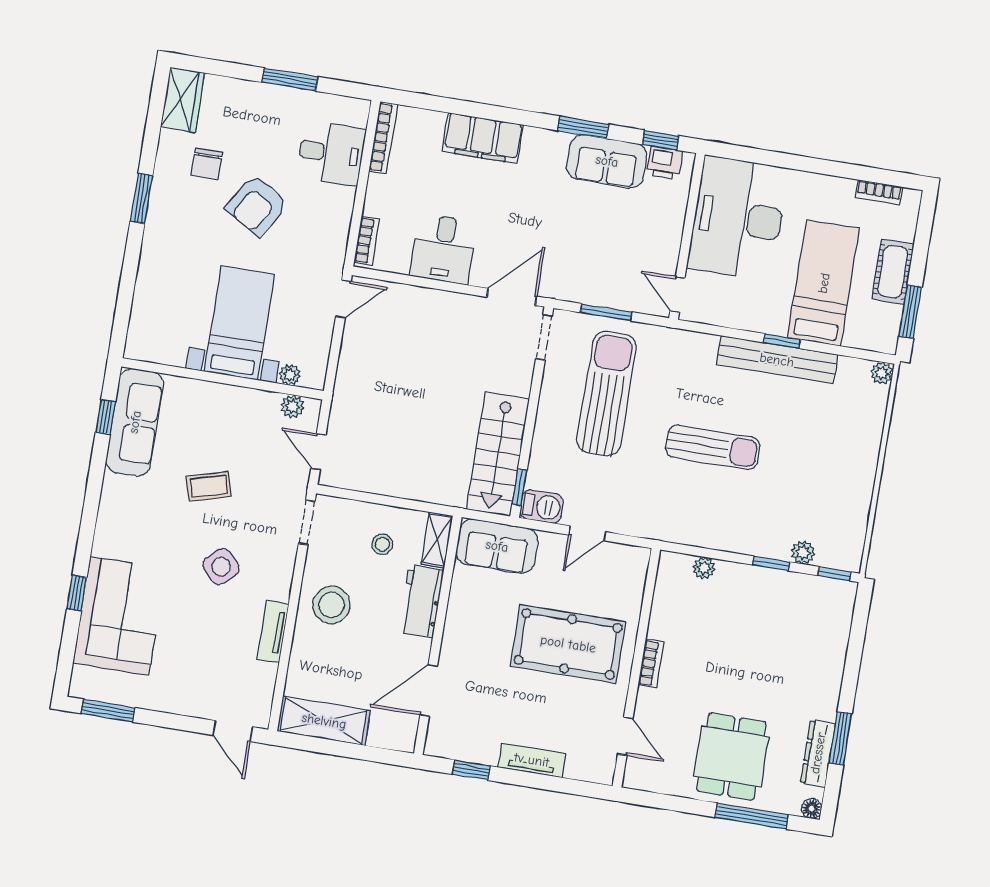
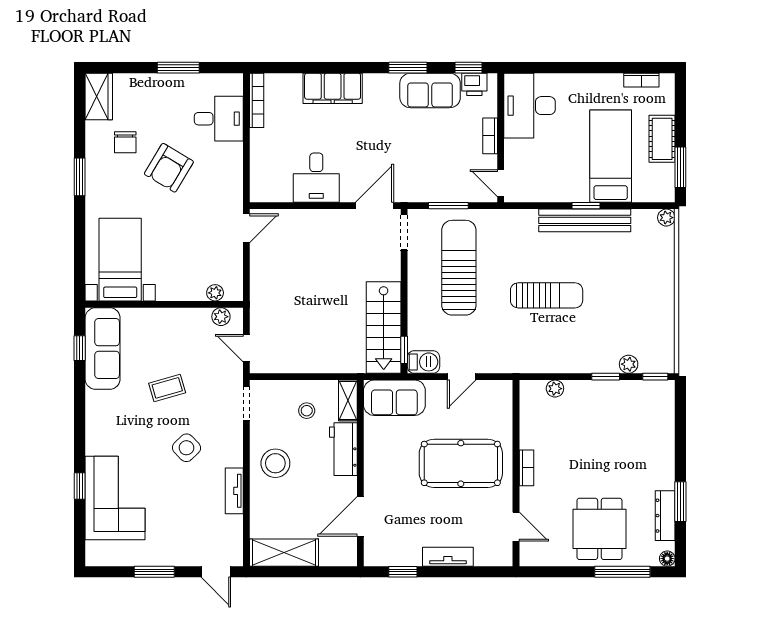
desk: (738, 218) -> (530, 106), width x0.73, depth x0.77
bookcase: (367, 241) -> (490, 136), moved, turned 180
bed with nightstands: (239, 323) -> (120, 260), moved
window: (108, 711) -> (154, 572), moved

